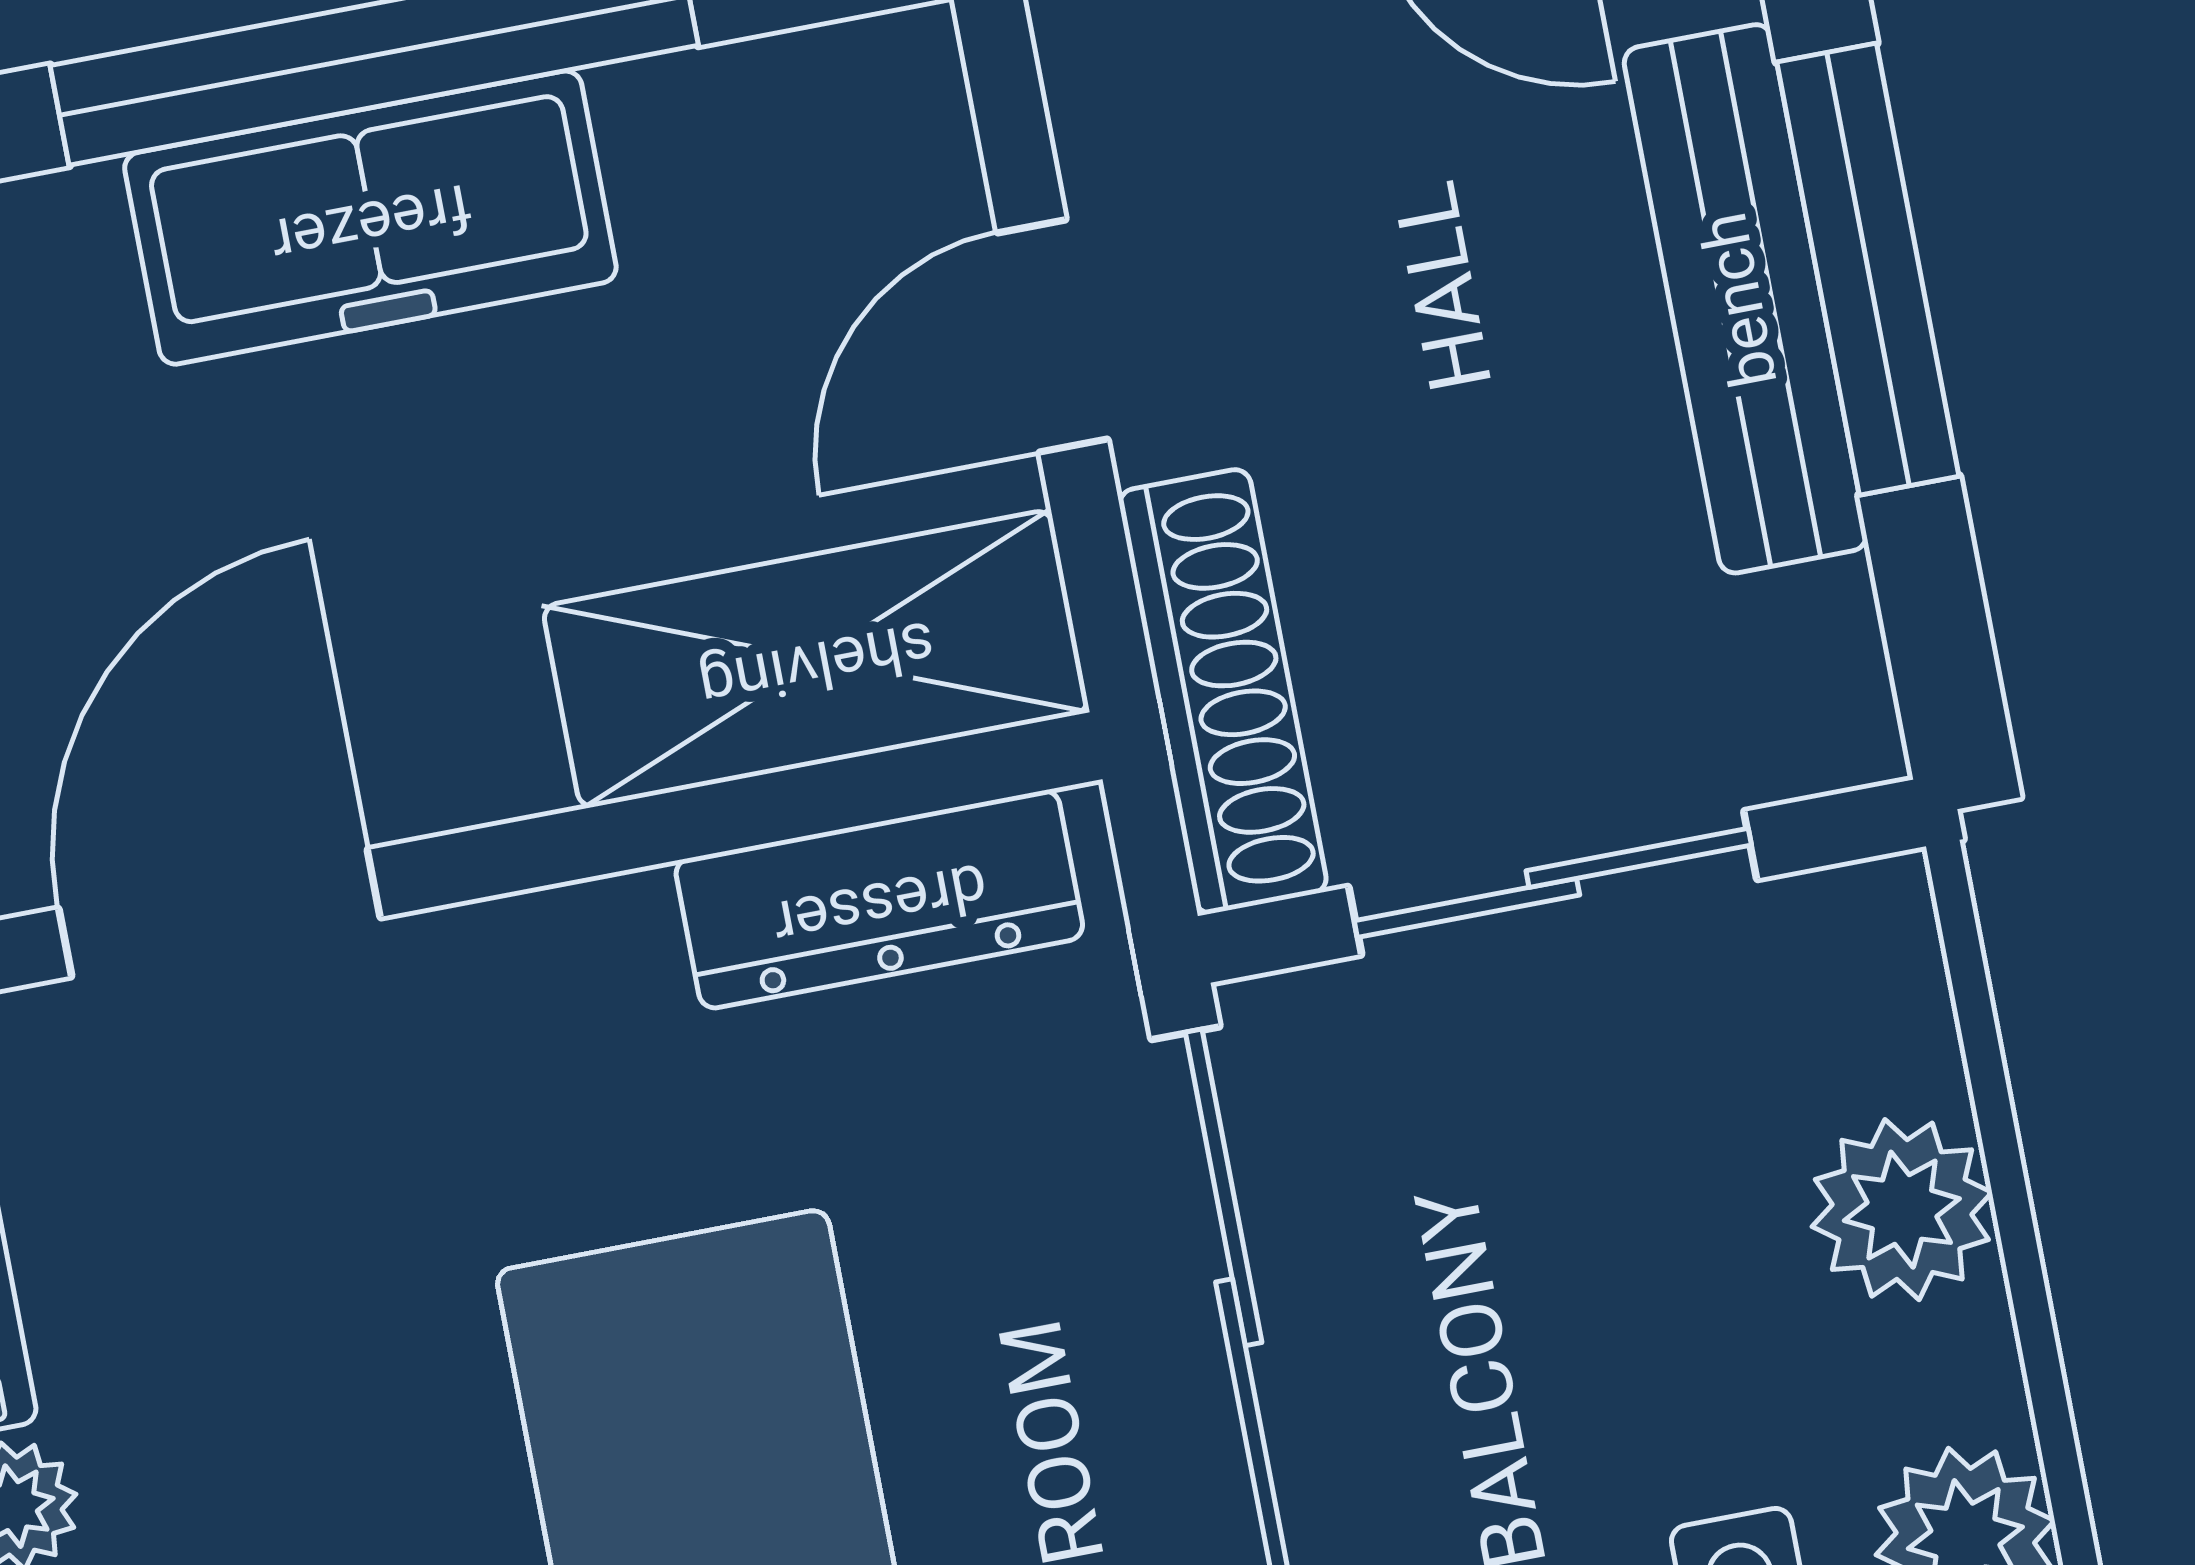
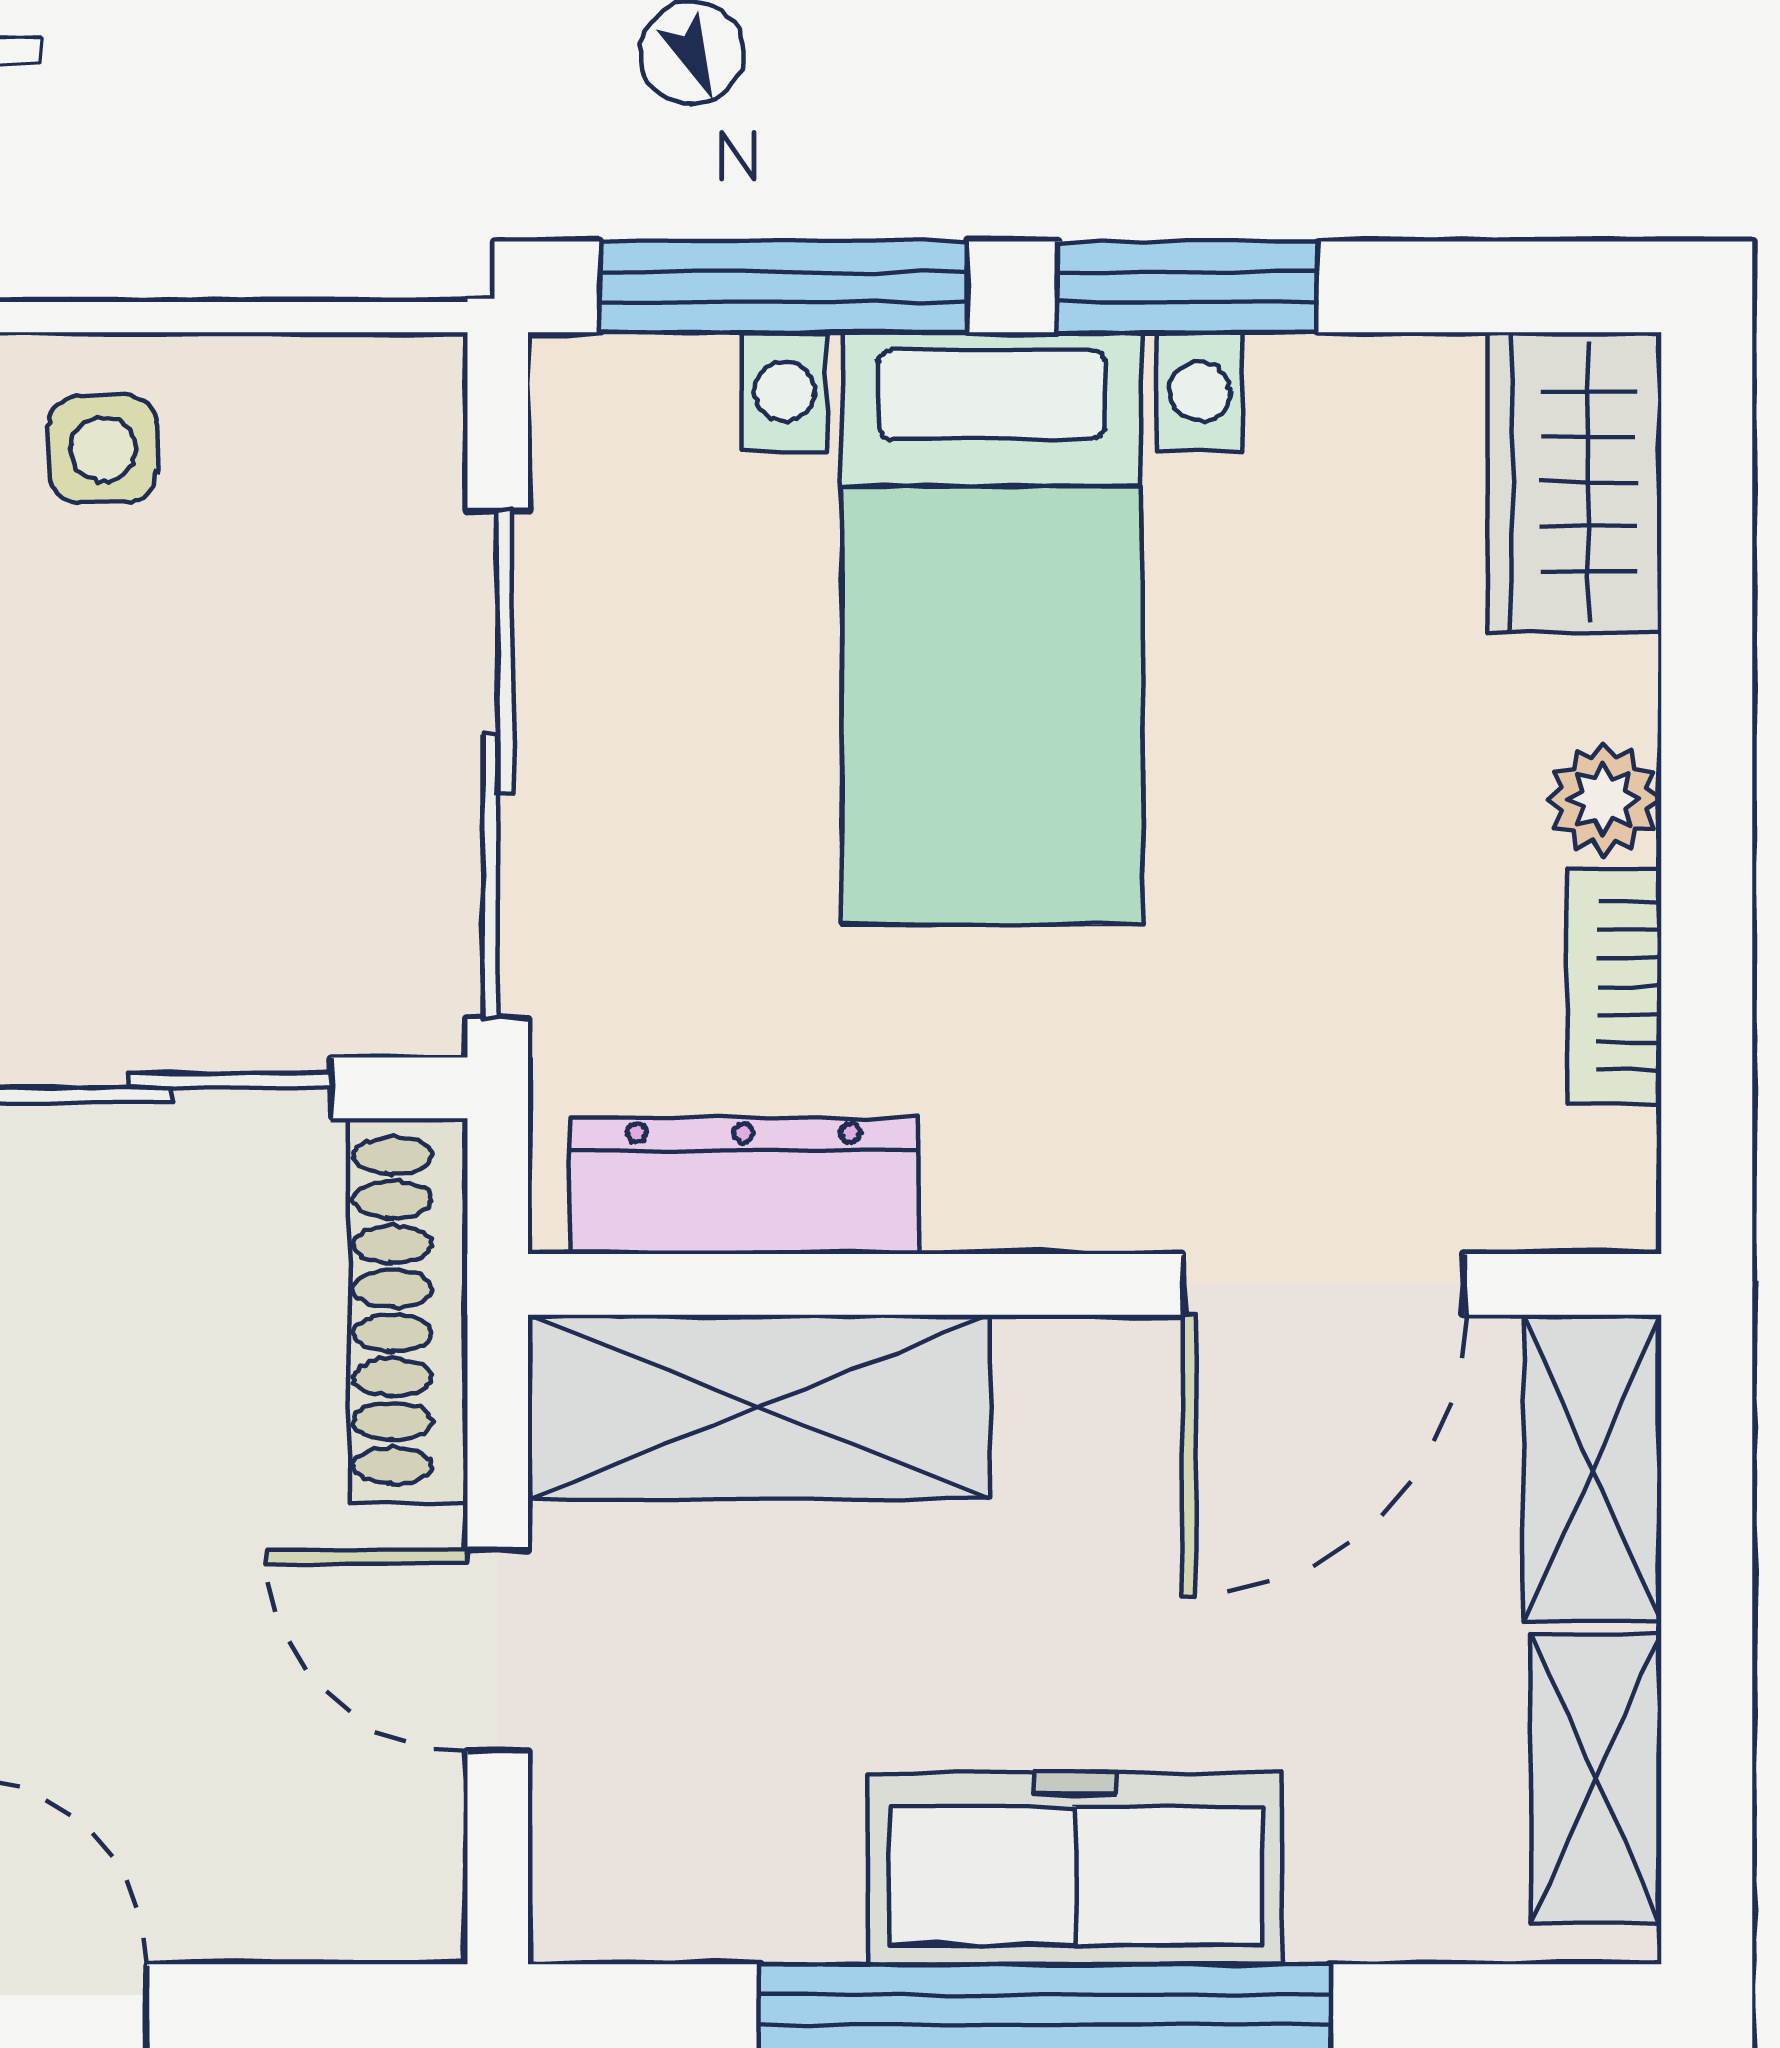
door: (1053, 336) -> (498, 1651), swing flipped

